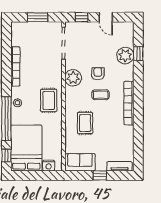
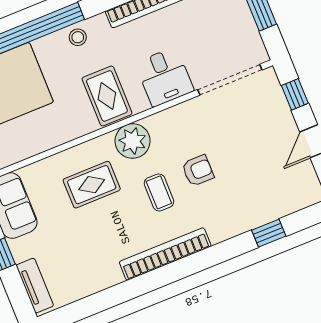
plant: (125, 56) -> (255, 210), removed
desk: (51, 72) -> (165, 77), added
plant: (73, 78) -> (133, 141), moved
rug: (49, 100) -> (107, 96), turned 90

